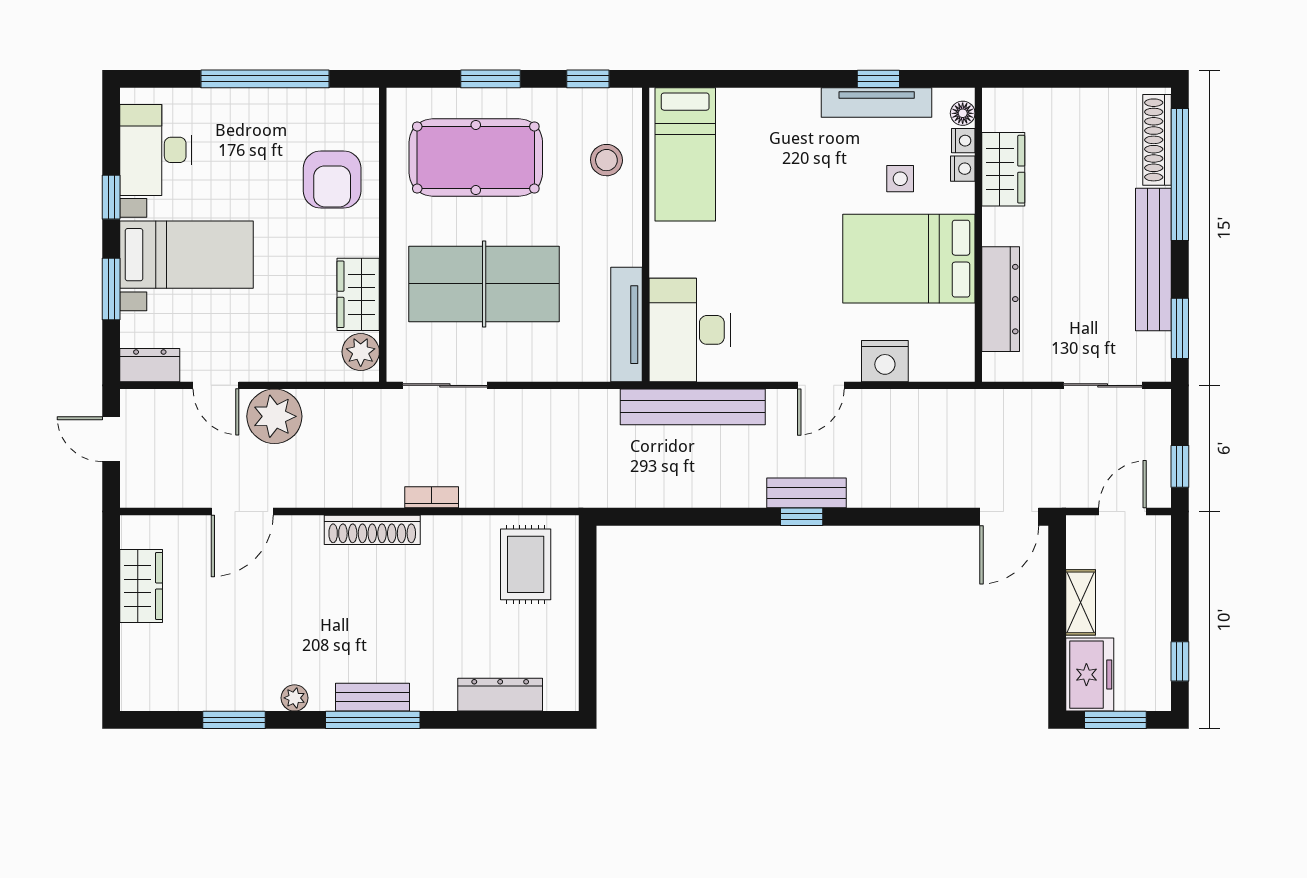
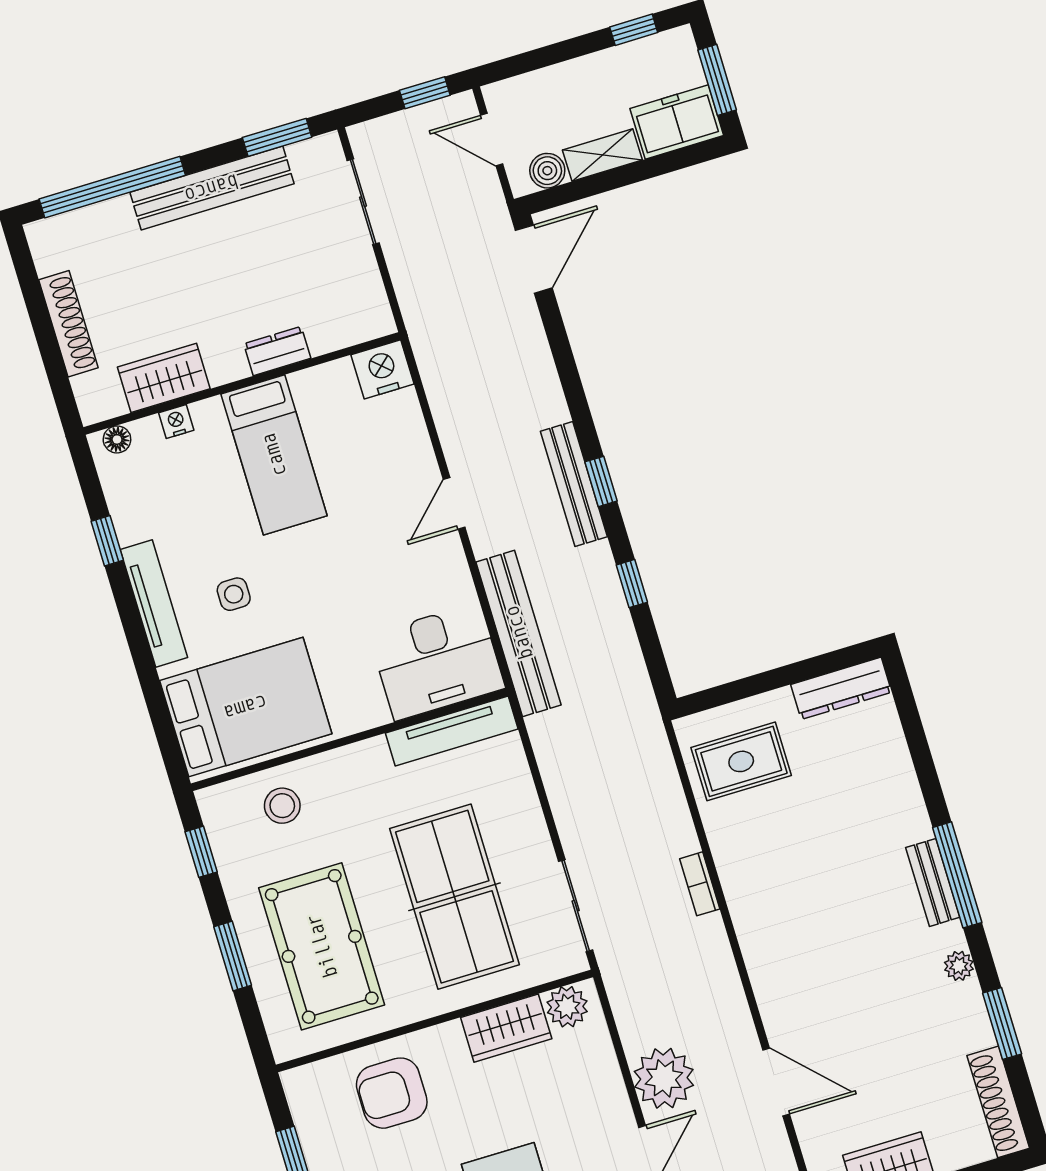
tv unit: (877, 102) -> (154, 604), moved
shoe rack: (1157, 140) -> (68, 324), moved, turned -90
nightstand: (963, 141) -> (146, 430), removed
bed: (685, 154) -> (246, 707), width x1.50
side table: (900, 179) -> (234, 594), moved
armchair: (332, 180) -> (392, 1093), turned 180
bed: (909, 259) -> (274, 455), width x0.67
dresser: (1001, 299) -> (277, 351), width x0.51, depth x0.80
nightstand: (885, 361) -> (382, 369), moved, turned -90
door: (821, 385) -> (454, 503), swing flipped
bench: (806, 493) -> (574, 484), width x1.36
window: (706, 517) -> (632, 584), added
door: (1009, 517) -> (534, 259), hinge flipped
shoe rack: (372, 530) -> (998, 1102), moved, turned 180
boiler: (1082, 551) -> (547, 171), added
dresser: (500, 695) -> (841, 688), moved, turned -90

